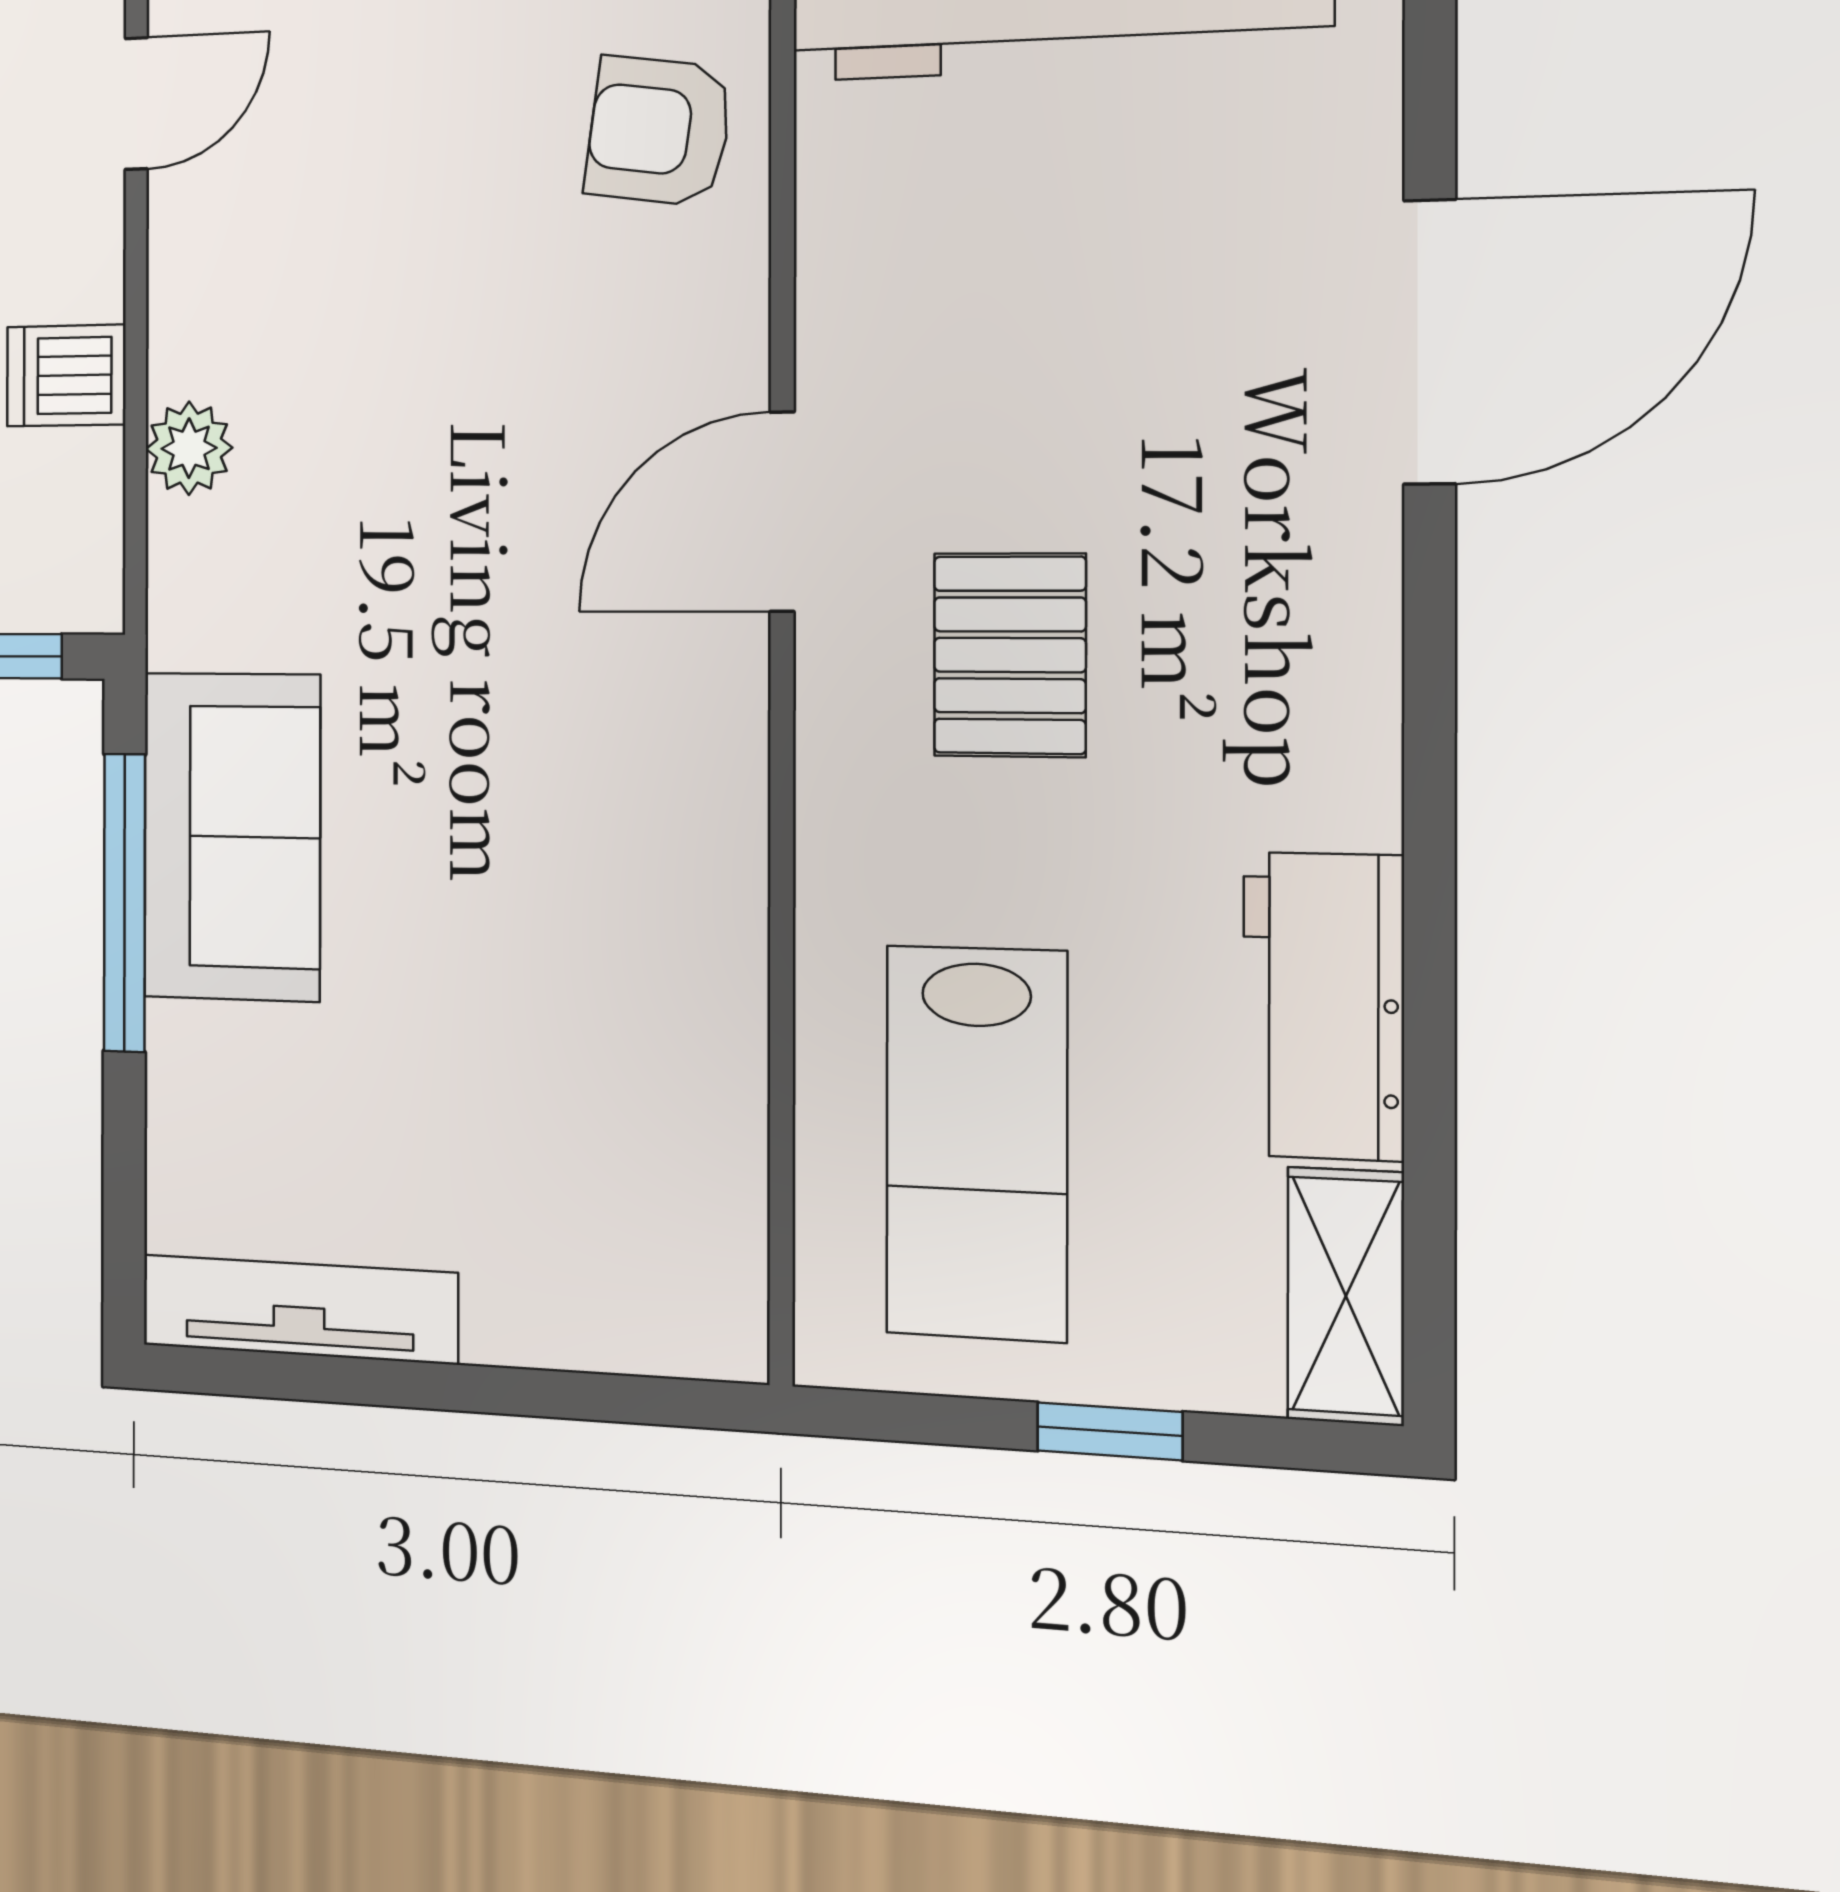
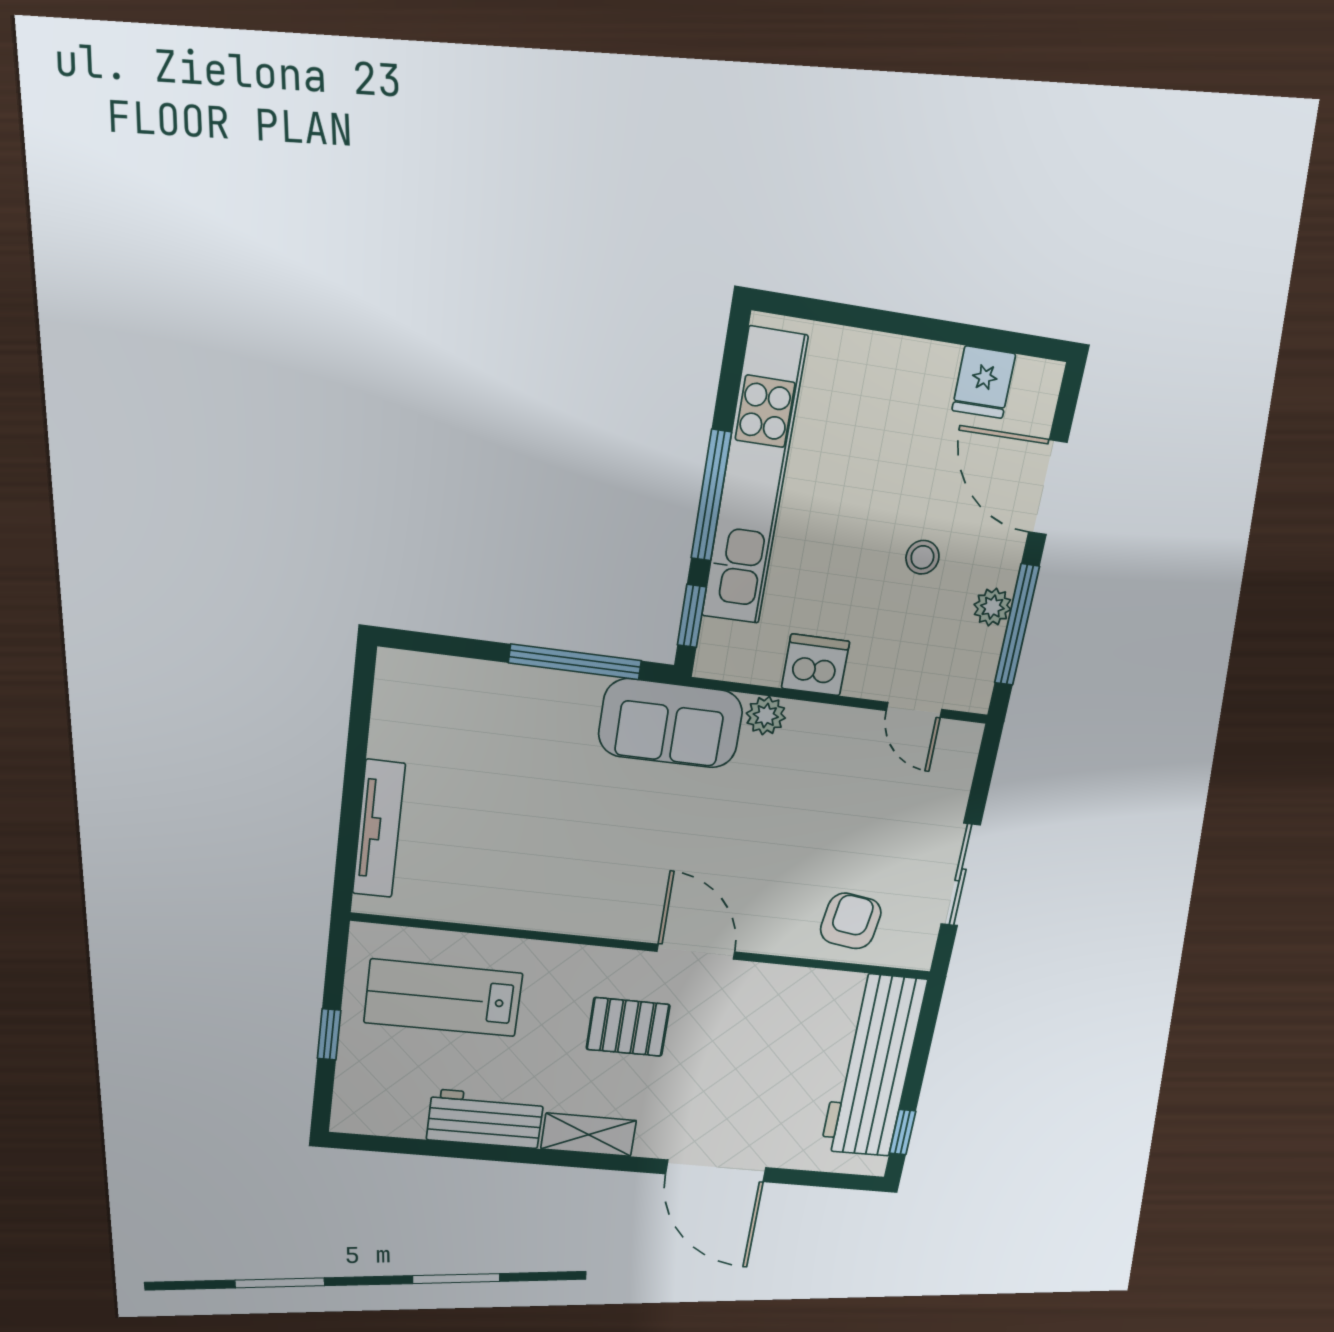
dishwasher: (66, 376) -> (815, 665), width x1.38
sofa: (232, 836) -> (671, 723), moved
shelving: (1346, 1296) -> (589, 1135), moved
tv unit: (299, 1309) -> (379, 829), moved

